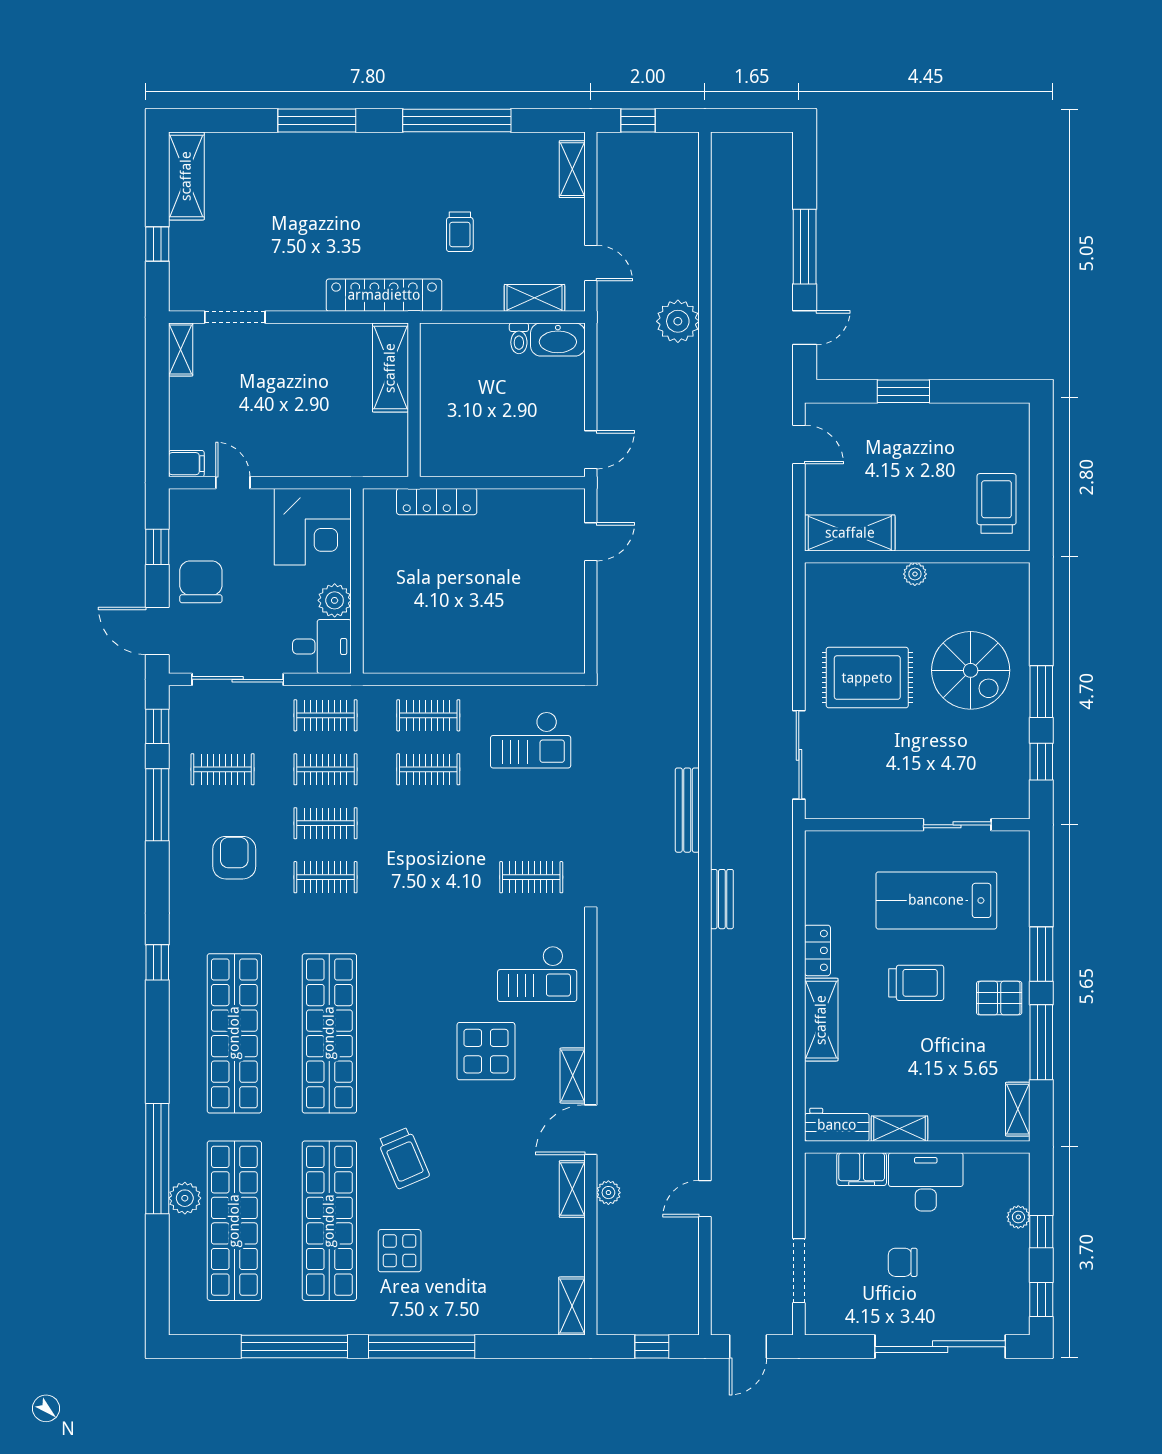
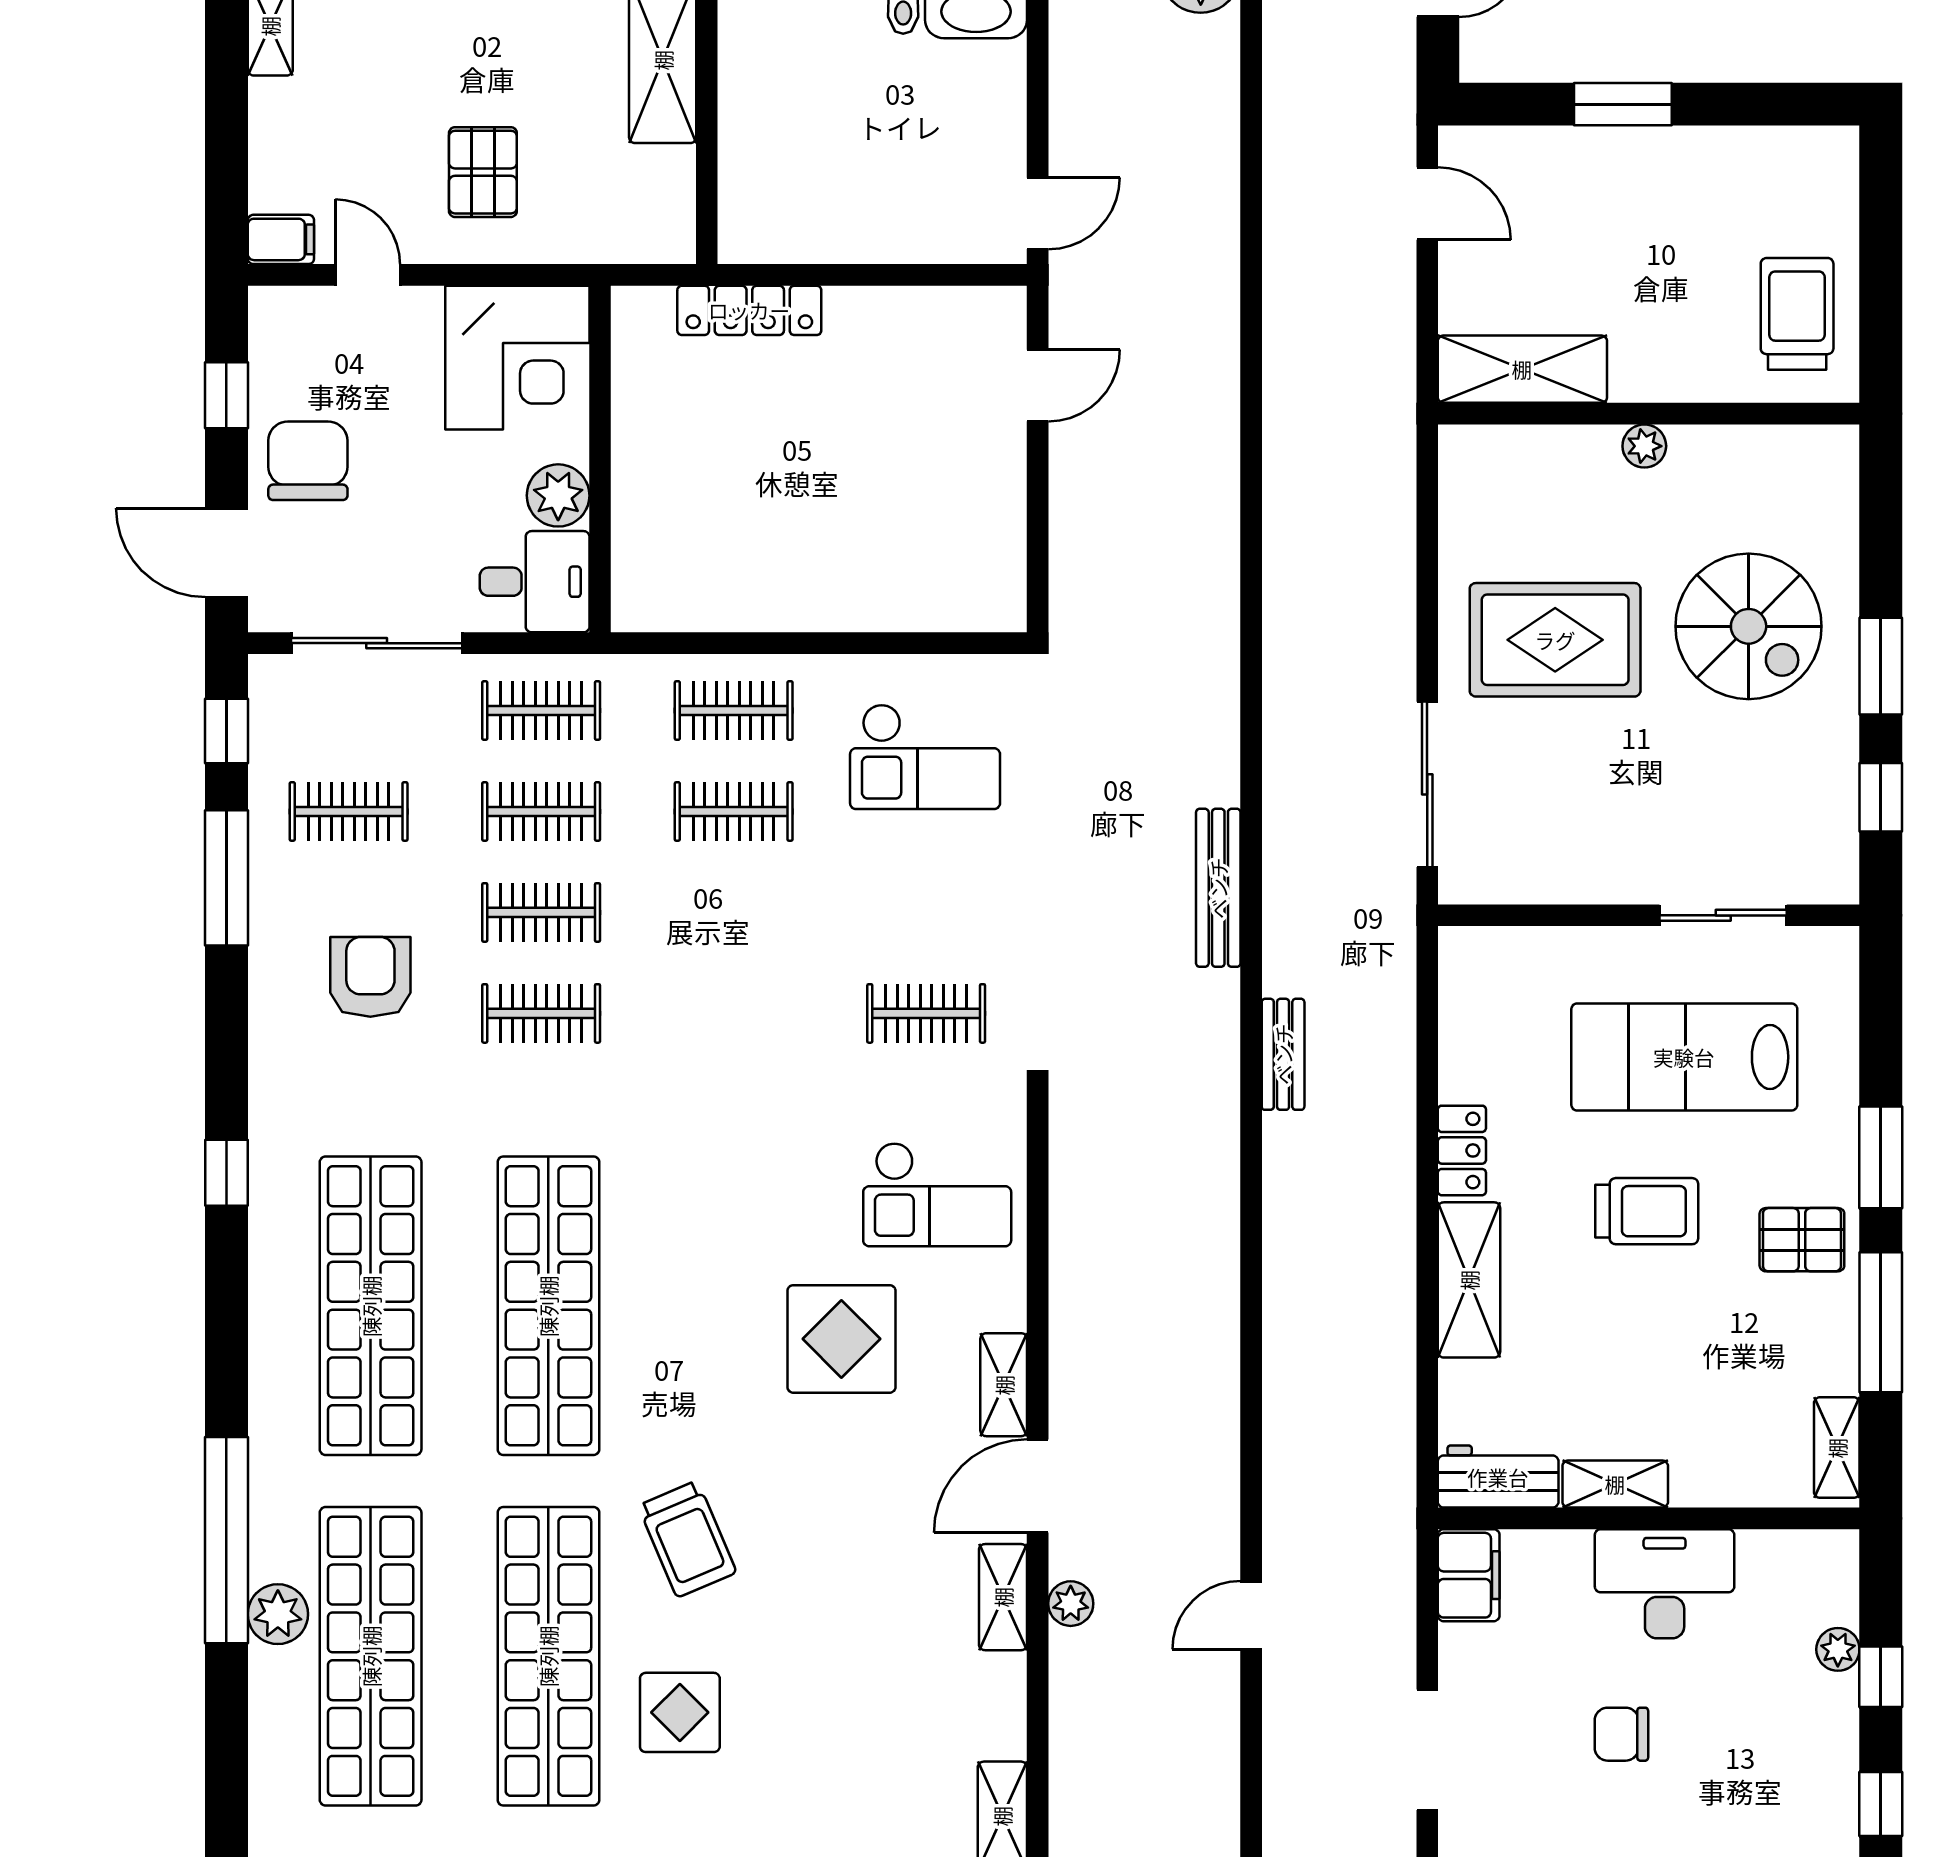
pallet: (294, 428) -> (483, 172), added
filing cabinet: (862, 1169) -> (1469, 1575), moved, turned -90

